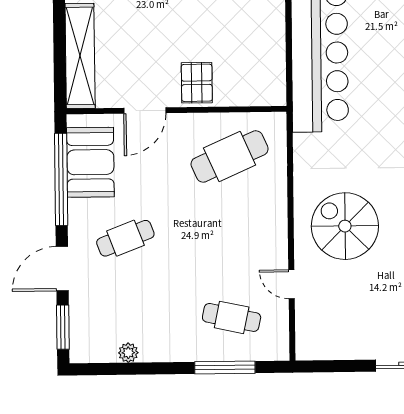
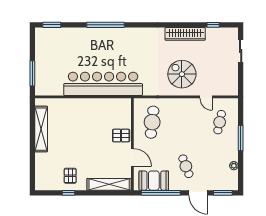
cafe table: (230, 156) -> (152, 122), turned 30
spiral stairs: (345, 226) -> (182, 74), turned 90
door: (292, 284) -> (206, 97), hinge flipped
window: (225, 368) -> (241, 138), moved

